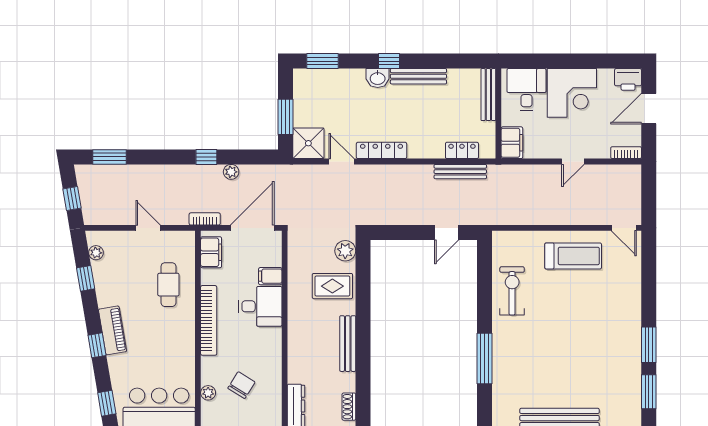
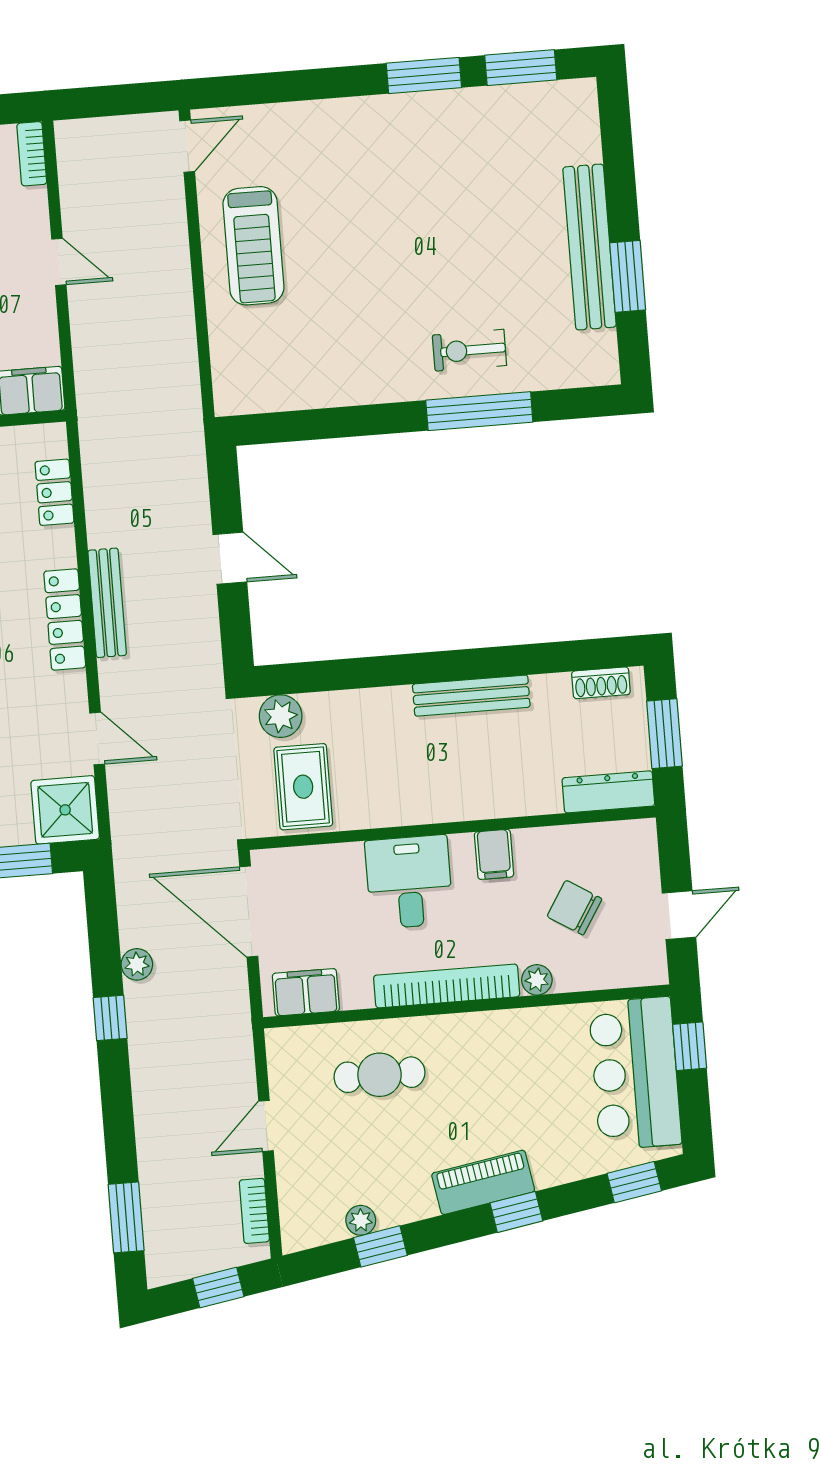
locker: (382, 150) -> (65, 619), moved
door: (342, 161) -> (97, 739), swing flipped
bench: (460, 172) -> (107, 603), moved
bookcase: (205, 219) -> (254, 1211), moved
door: (447, 232) -> (230, 558), moved
plant: (96, 253) -> (361, 1220), moved
treadmill: (573, 256) -> (253, 246), turned 180
filing cabinet: (270, 276) -> (494, 854), moved
rug: (332, 286) -> (303, 787), moved
exercise bike: (512, 291) -> (469, 350), moved, width x0.73, depth x0.72
plant: (208, 393) -> (537, 980), moved

